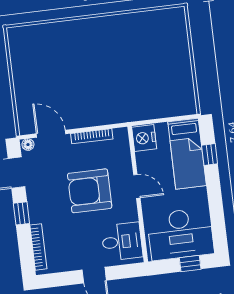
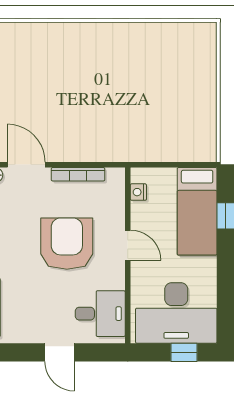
nightstand: (144, 138) -> (138, 192), width x0.53, depth x0.56
armchair: (90, 191) -> (67, 244), turned 90

